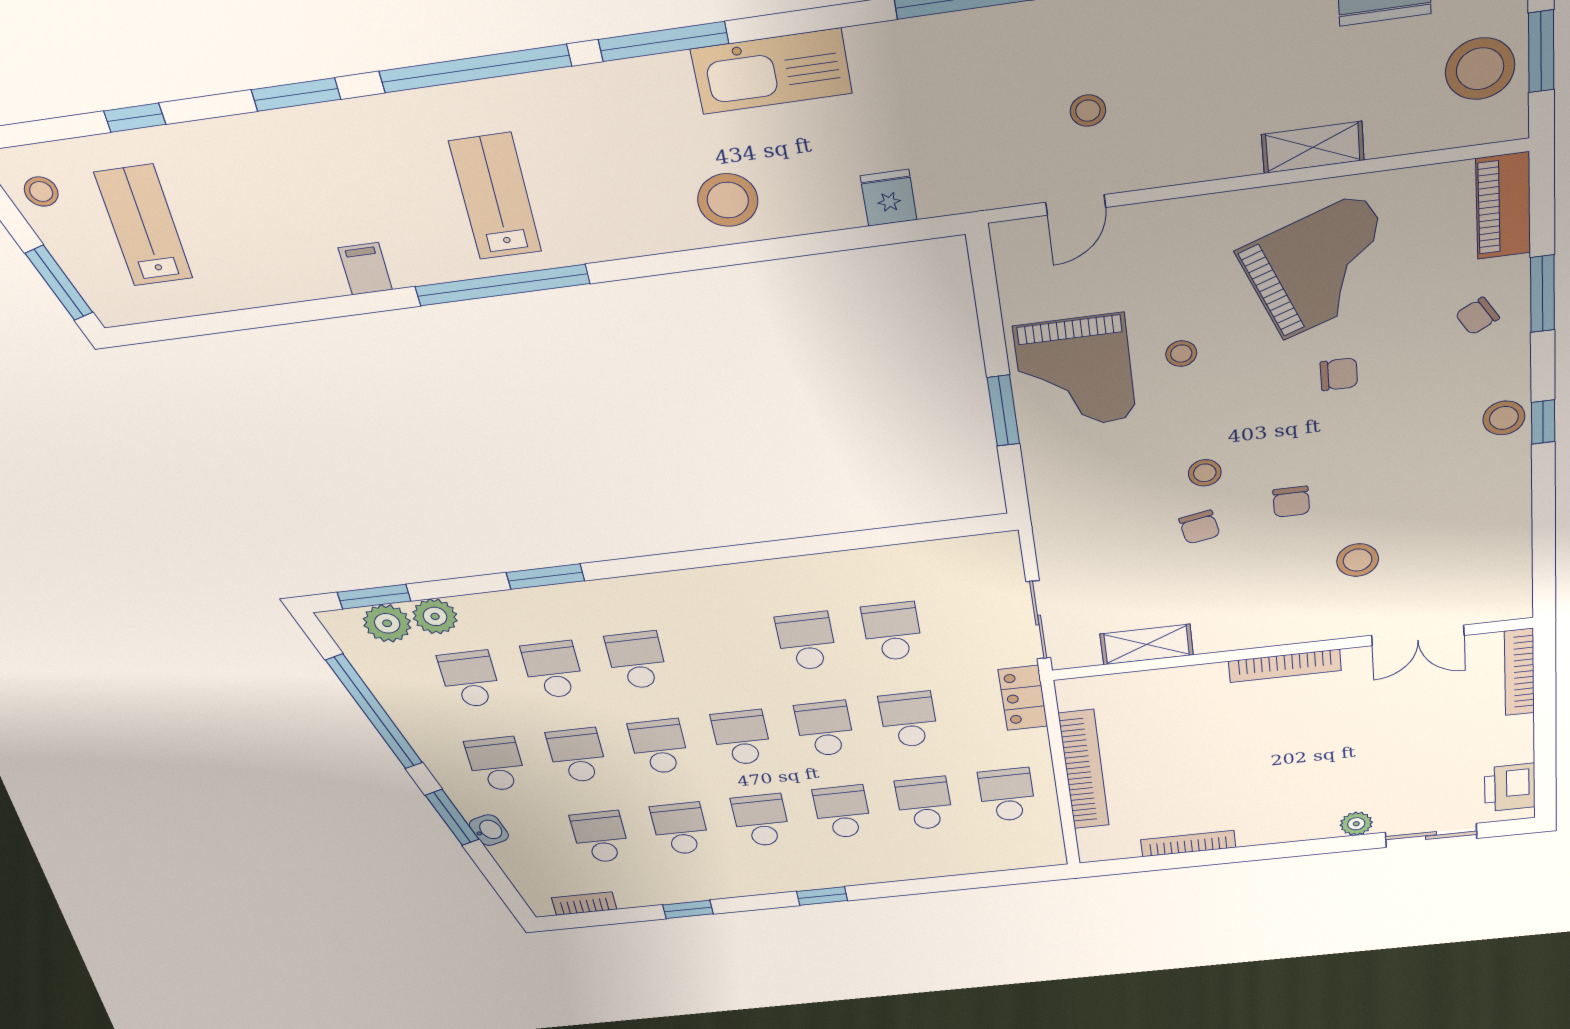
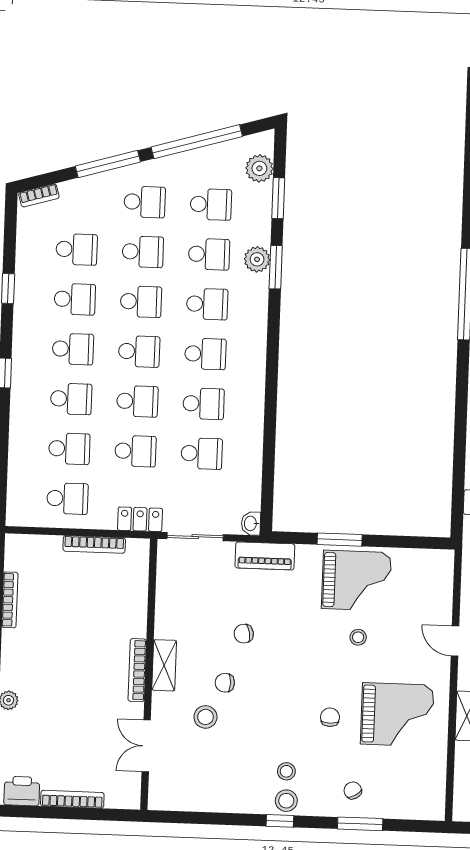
door: (1076, 205) -> (455, 641), moved
piano: (1503, 206) -> (265, 556), moved, turned 180
grand piano: (1323, 267) -> (397, 715), turned -69
grand piano: (1075, 373) -> (356, 581), turned 180
chair: (1339, 374) -> (330, 717), turned 180
stool: (1205, 473) -> (286, 771), moved
chair: (1291, 502) -> (225, 683), moved
window: (374, 597) -> (278, 198), moved
plant: (435, 616) -> (257, 259), moved
shelving: (1147, 644) -> (164, 665), moved
school desk: (721, 651) -> (205, 354), added
bookcase: (1519, 672) -> (72, 799), moved
bookcase: (1084, 770) -> (94, 544), width x0.68, depth x0.76
window: (452, 817) -> (108, 164), width x1.44
washbasin: (489, 830) -> (251, 523), moved, turned 106
bookcase: (584, 904) -> (39, 195), moved, turned 74

